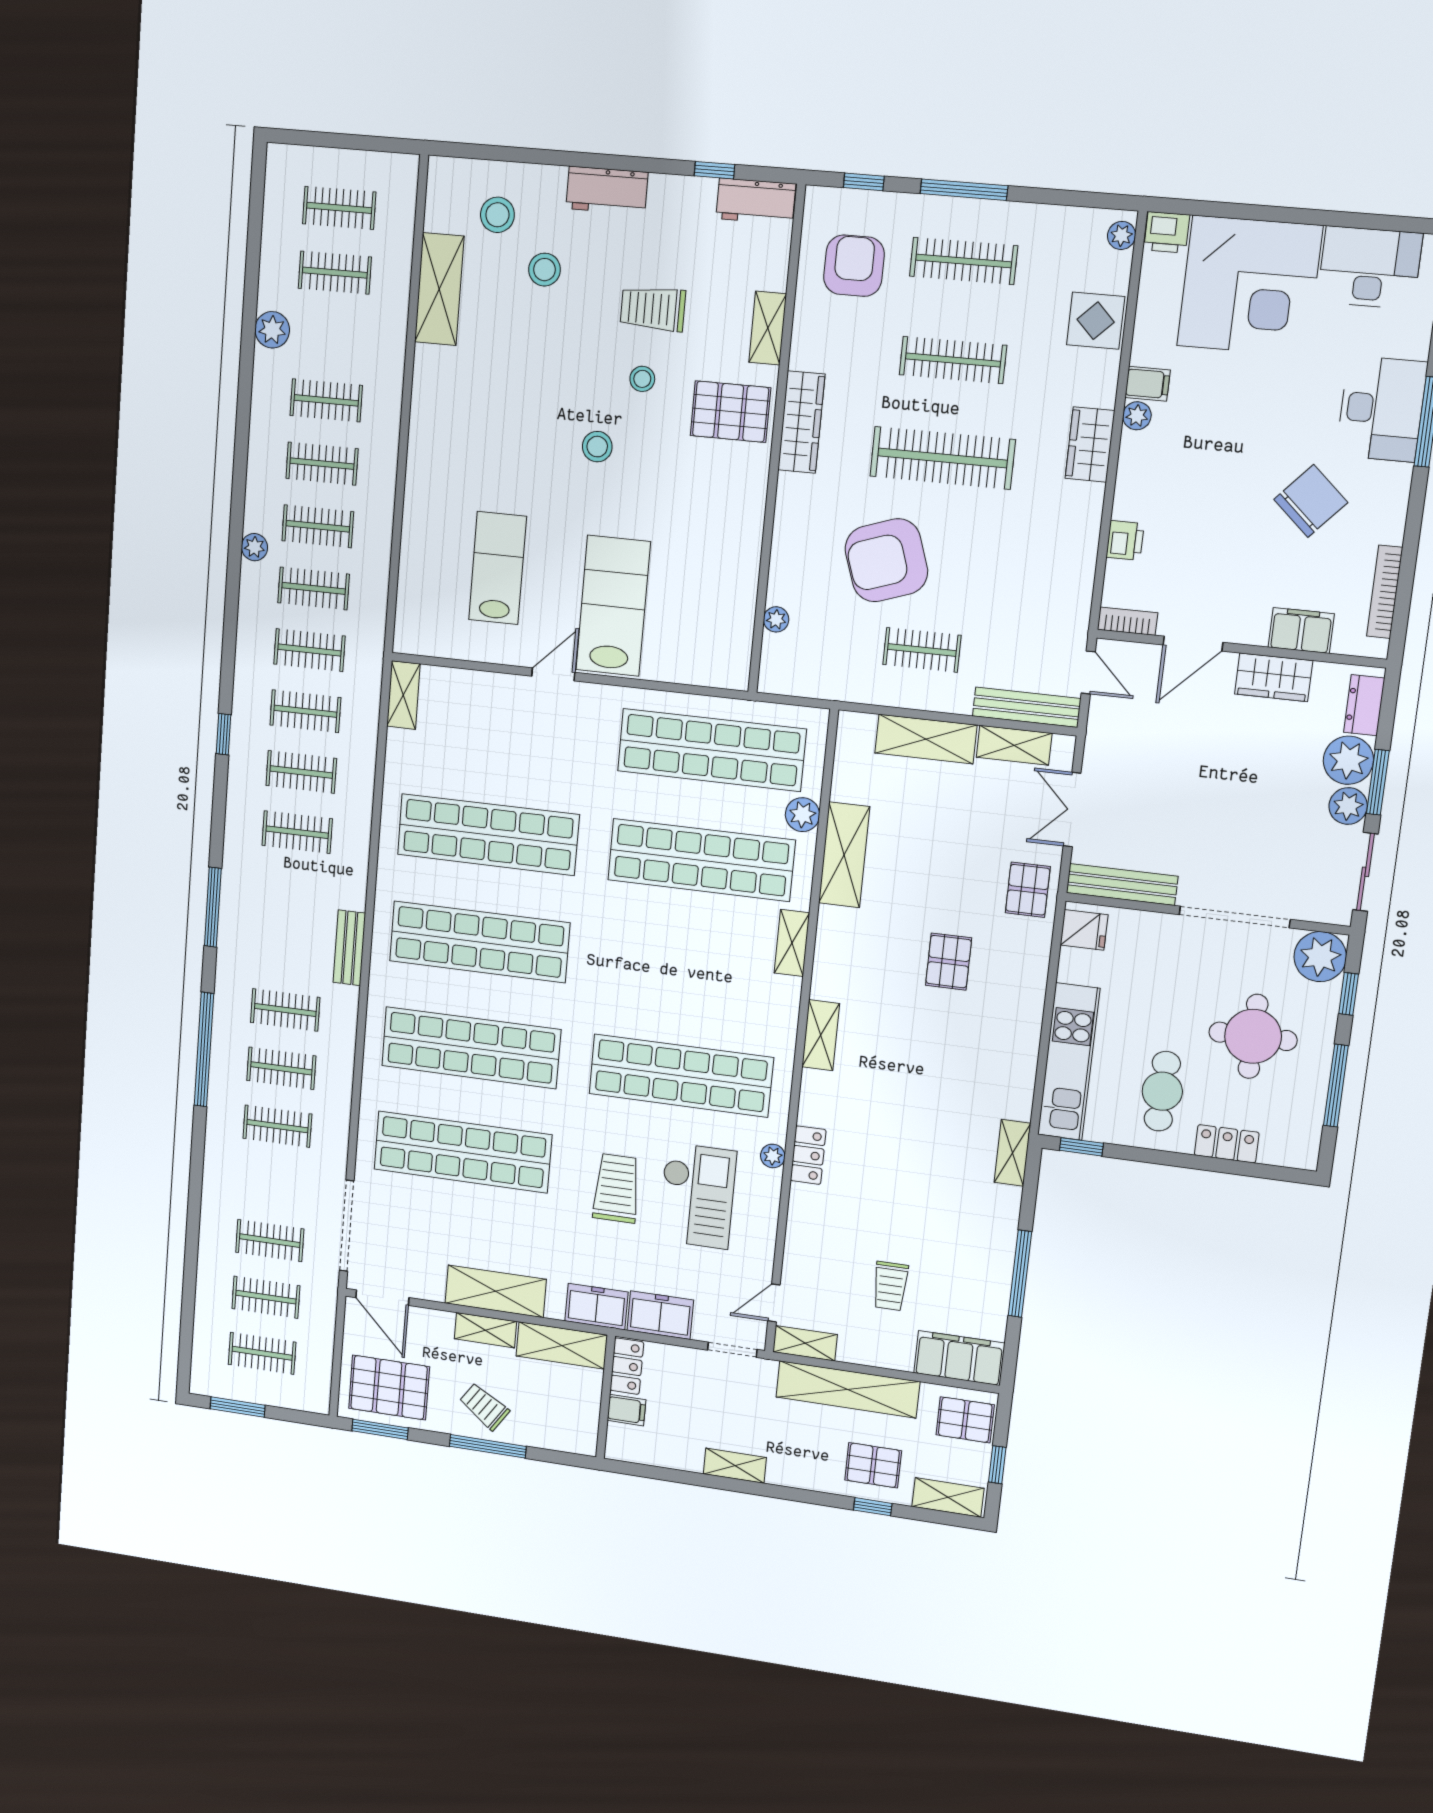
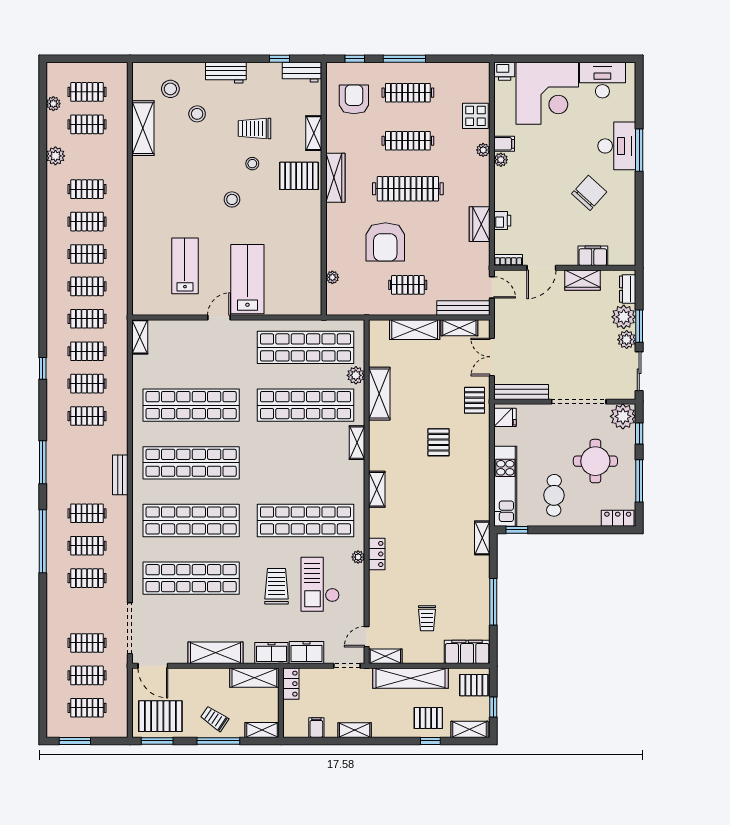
plant: (1122, 235) -> (483, 150), moved
wardrobe: (1090, 445) -> (480, 224), moved
plant: (254, 547) -> (53, 104), moved
armchair: (886, 560) -> (385, 242), turned -71
bookcase: (1385, 592) -> (630, 233), removed
locker: (1227, 1144) -> (618, 518), moved
checkout: (697, 1196) -> (320, 584), turned 180
shelving: (485, 1330) -> (262, 730), moved
filing cabinet: (626, 1410) -> (316, 728), moved, turned -90

